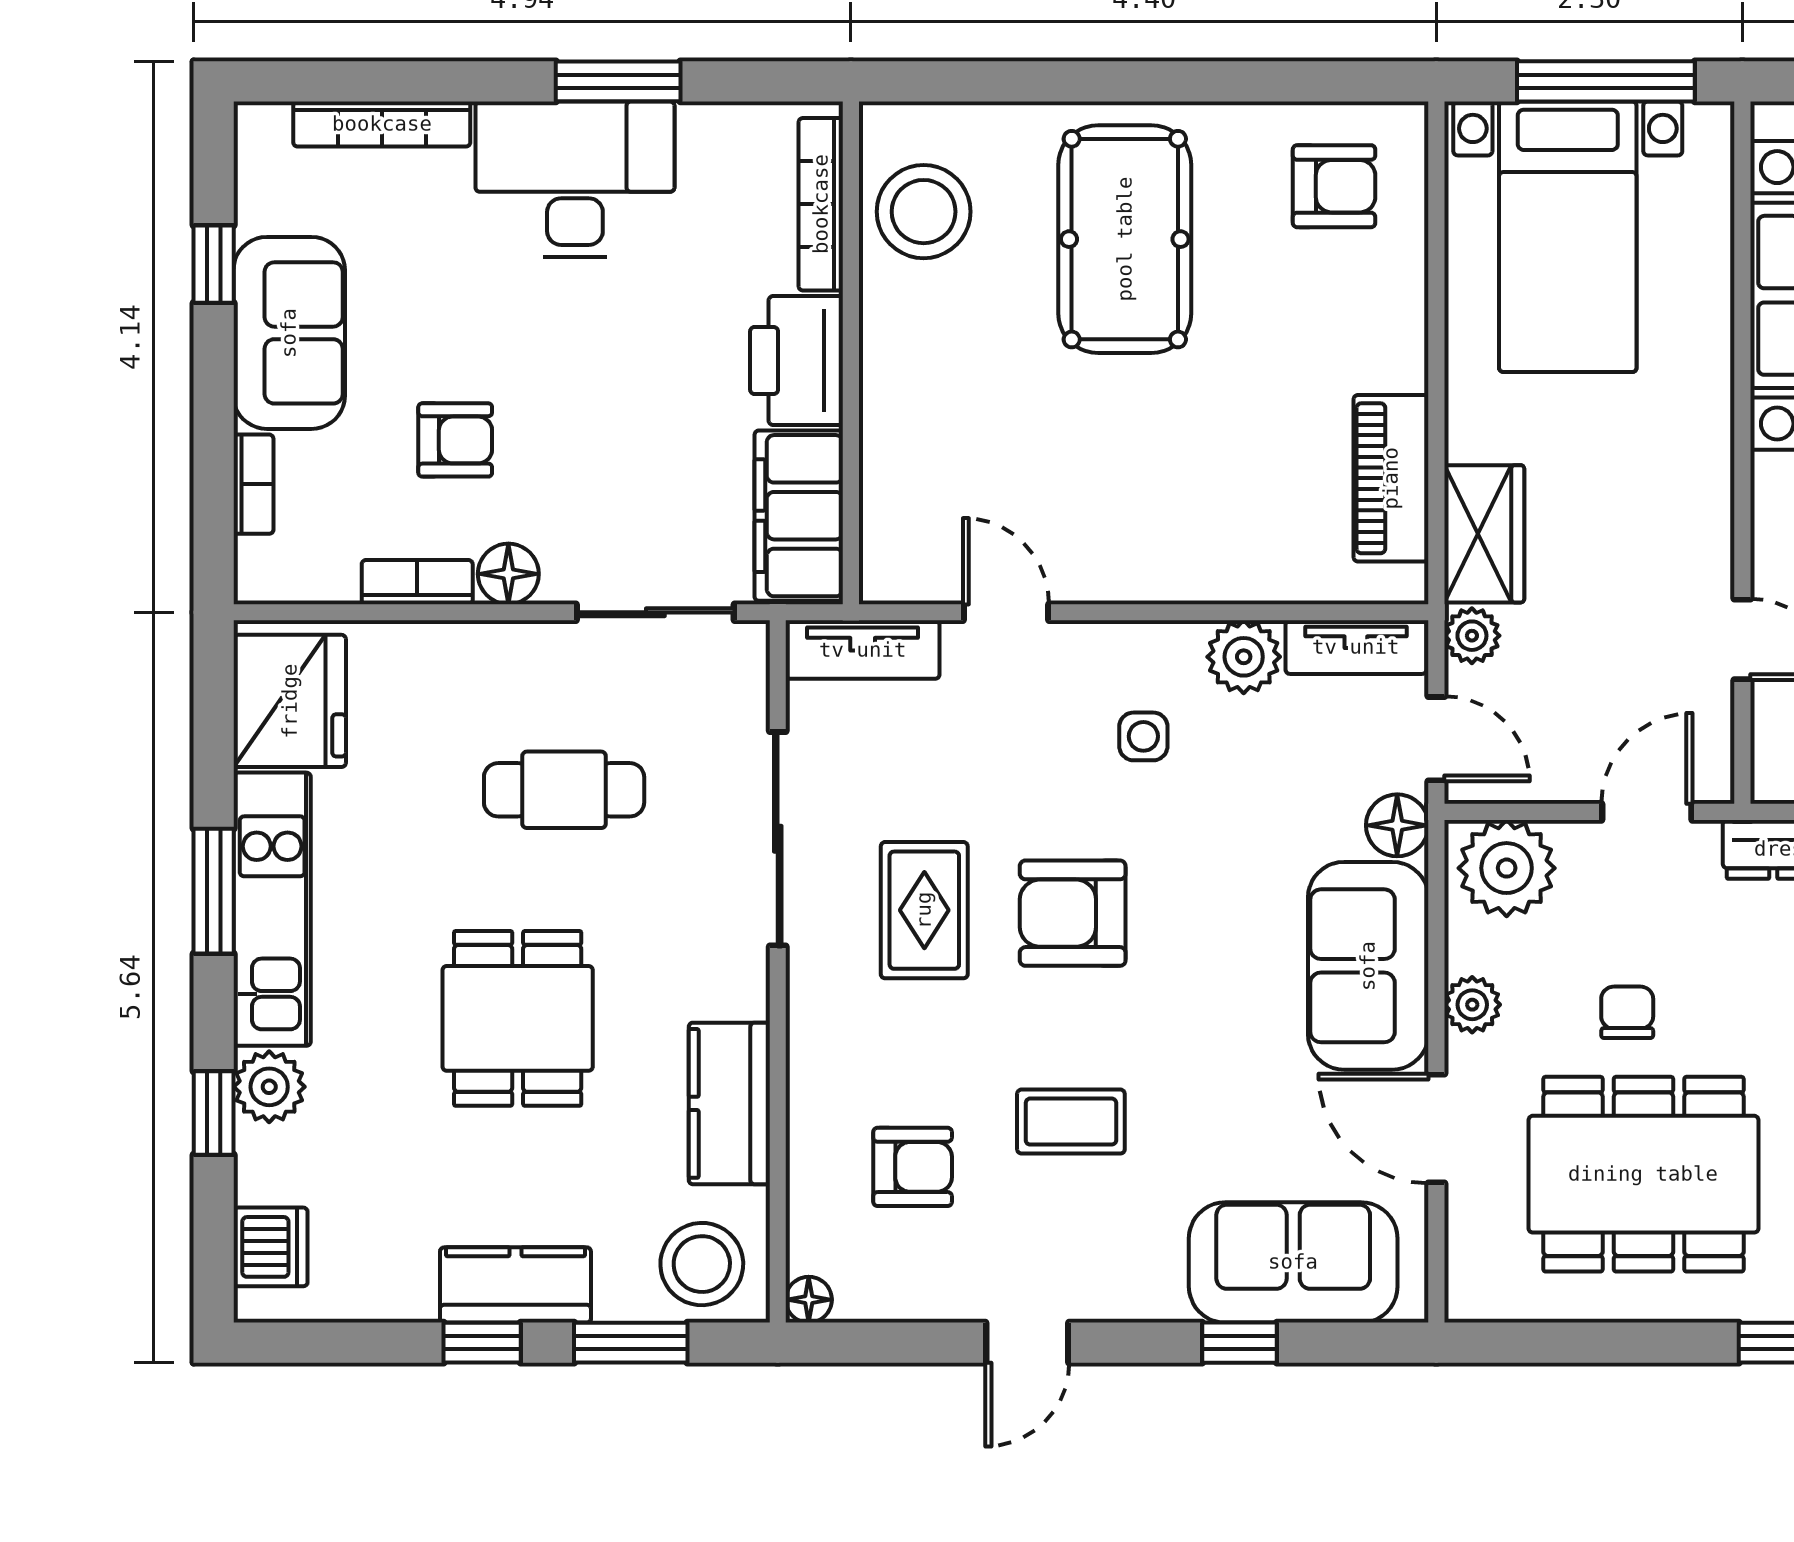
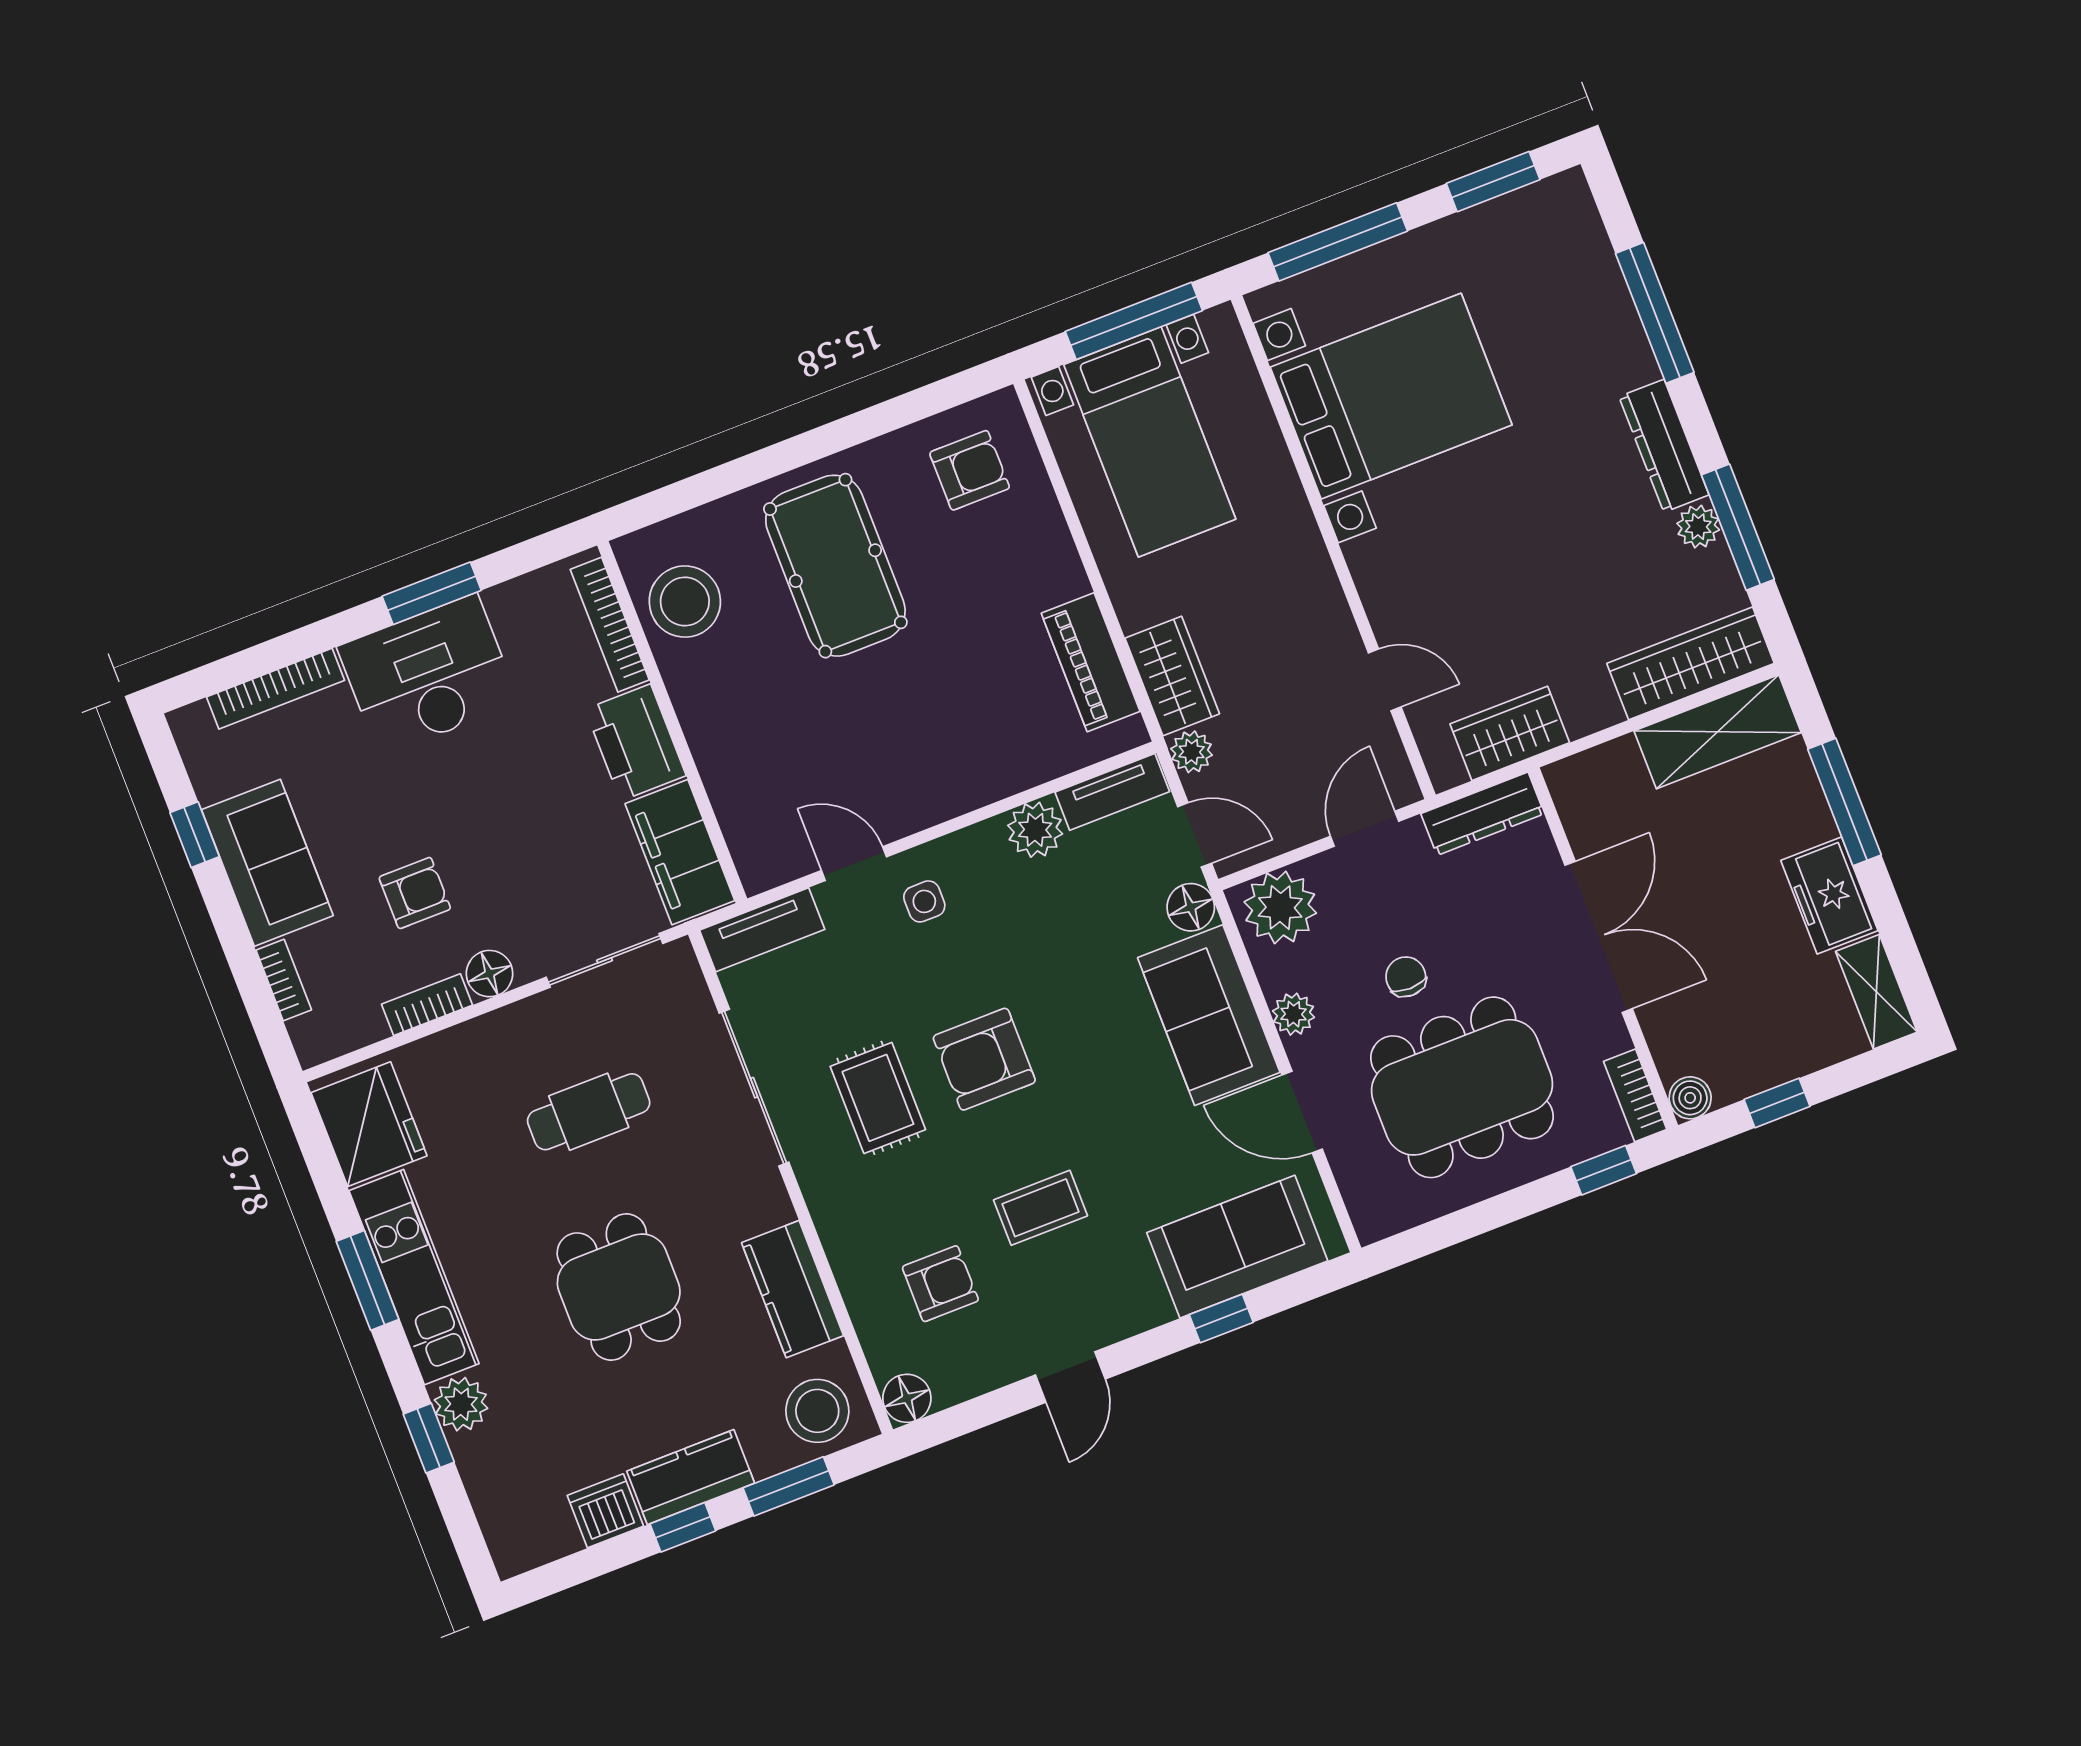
side table: (1143, 736) -> (924, 901), moved
dishwasher: (271, 1247) -> (605, 1511), moved, turned -90
floor lamp: (809, 1300) -> (907, 1398), width x1.37, depth x1.37

